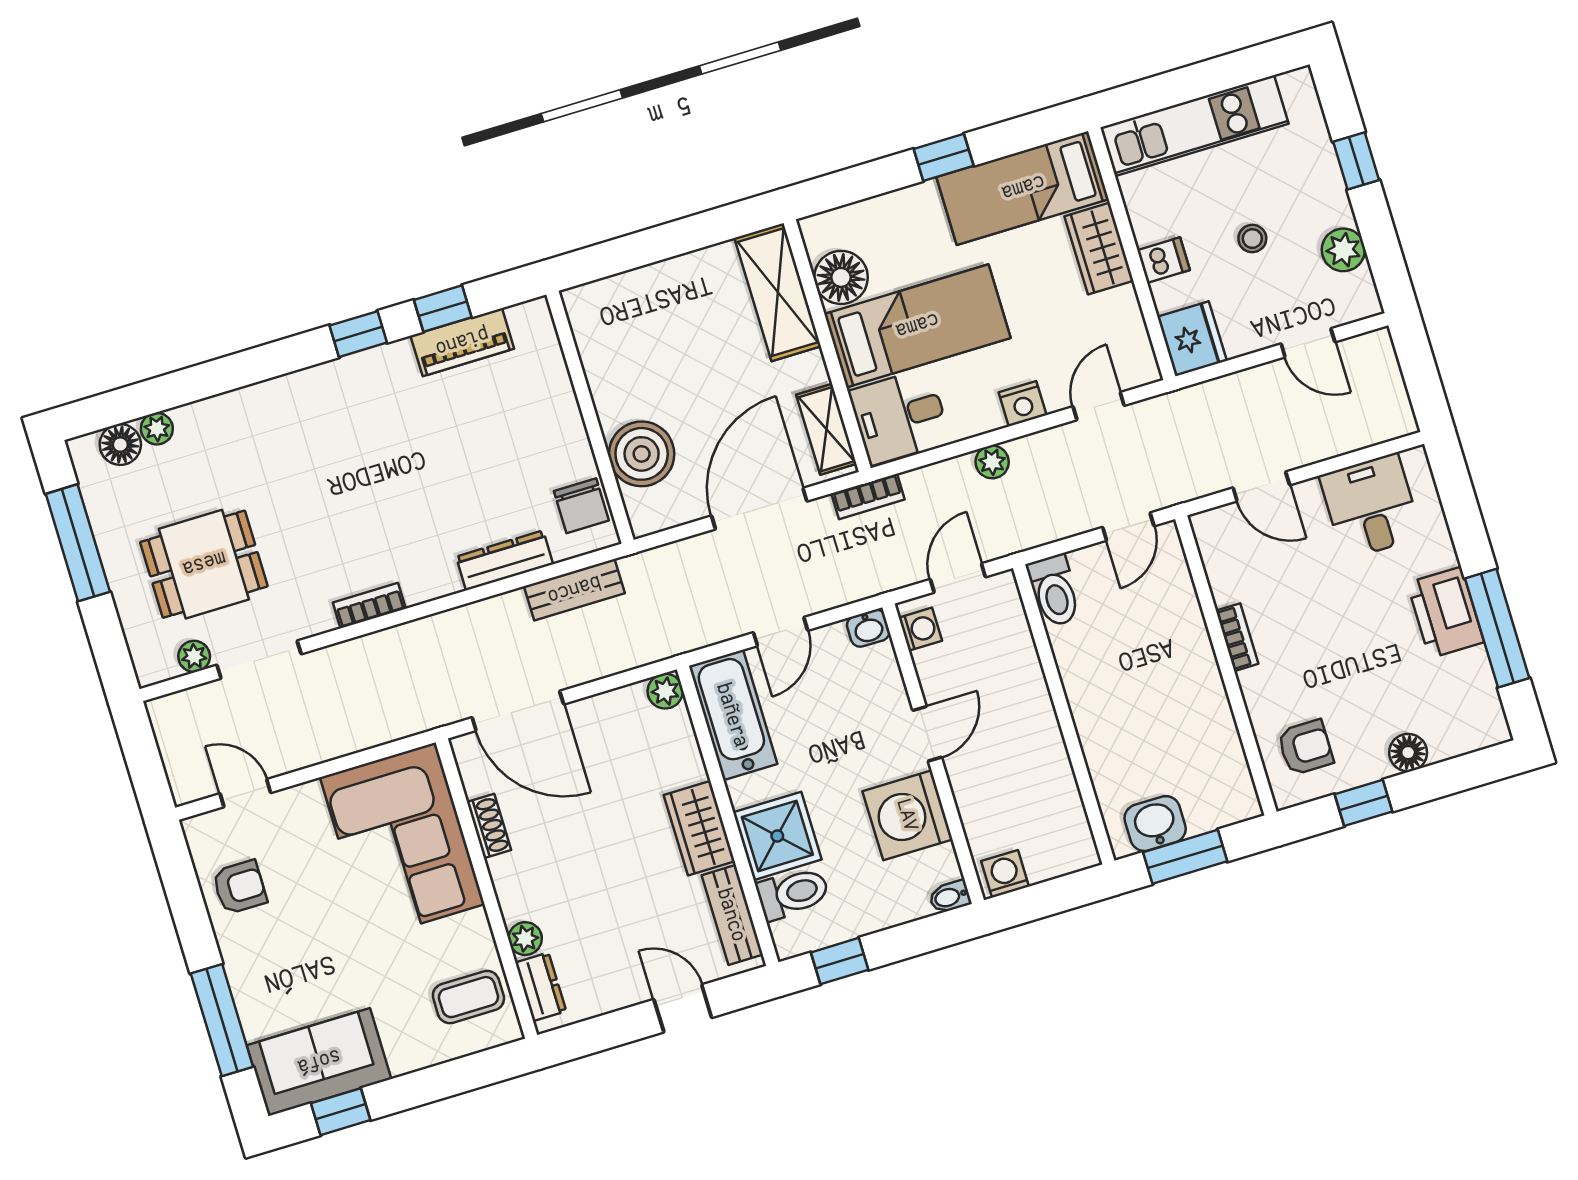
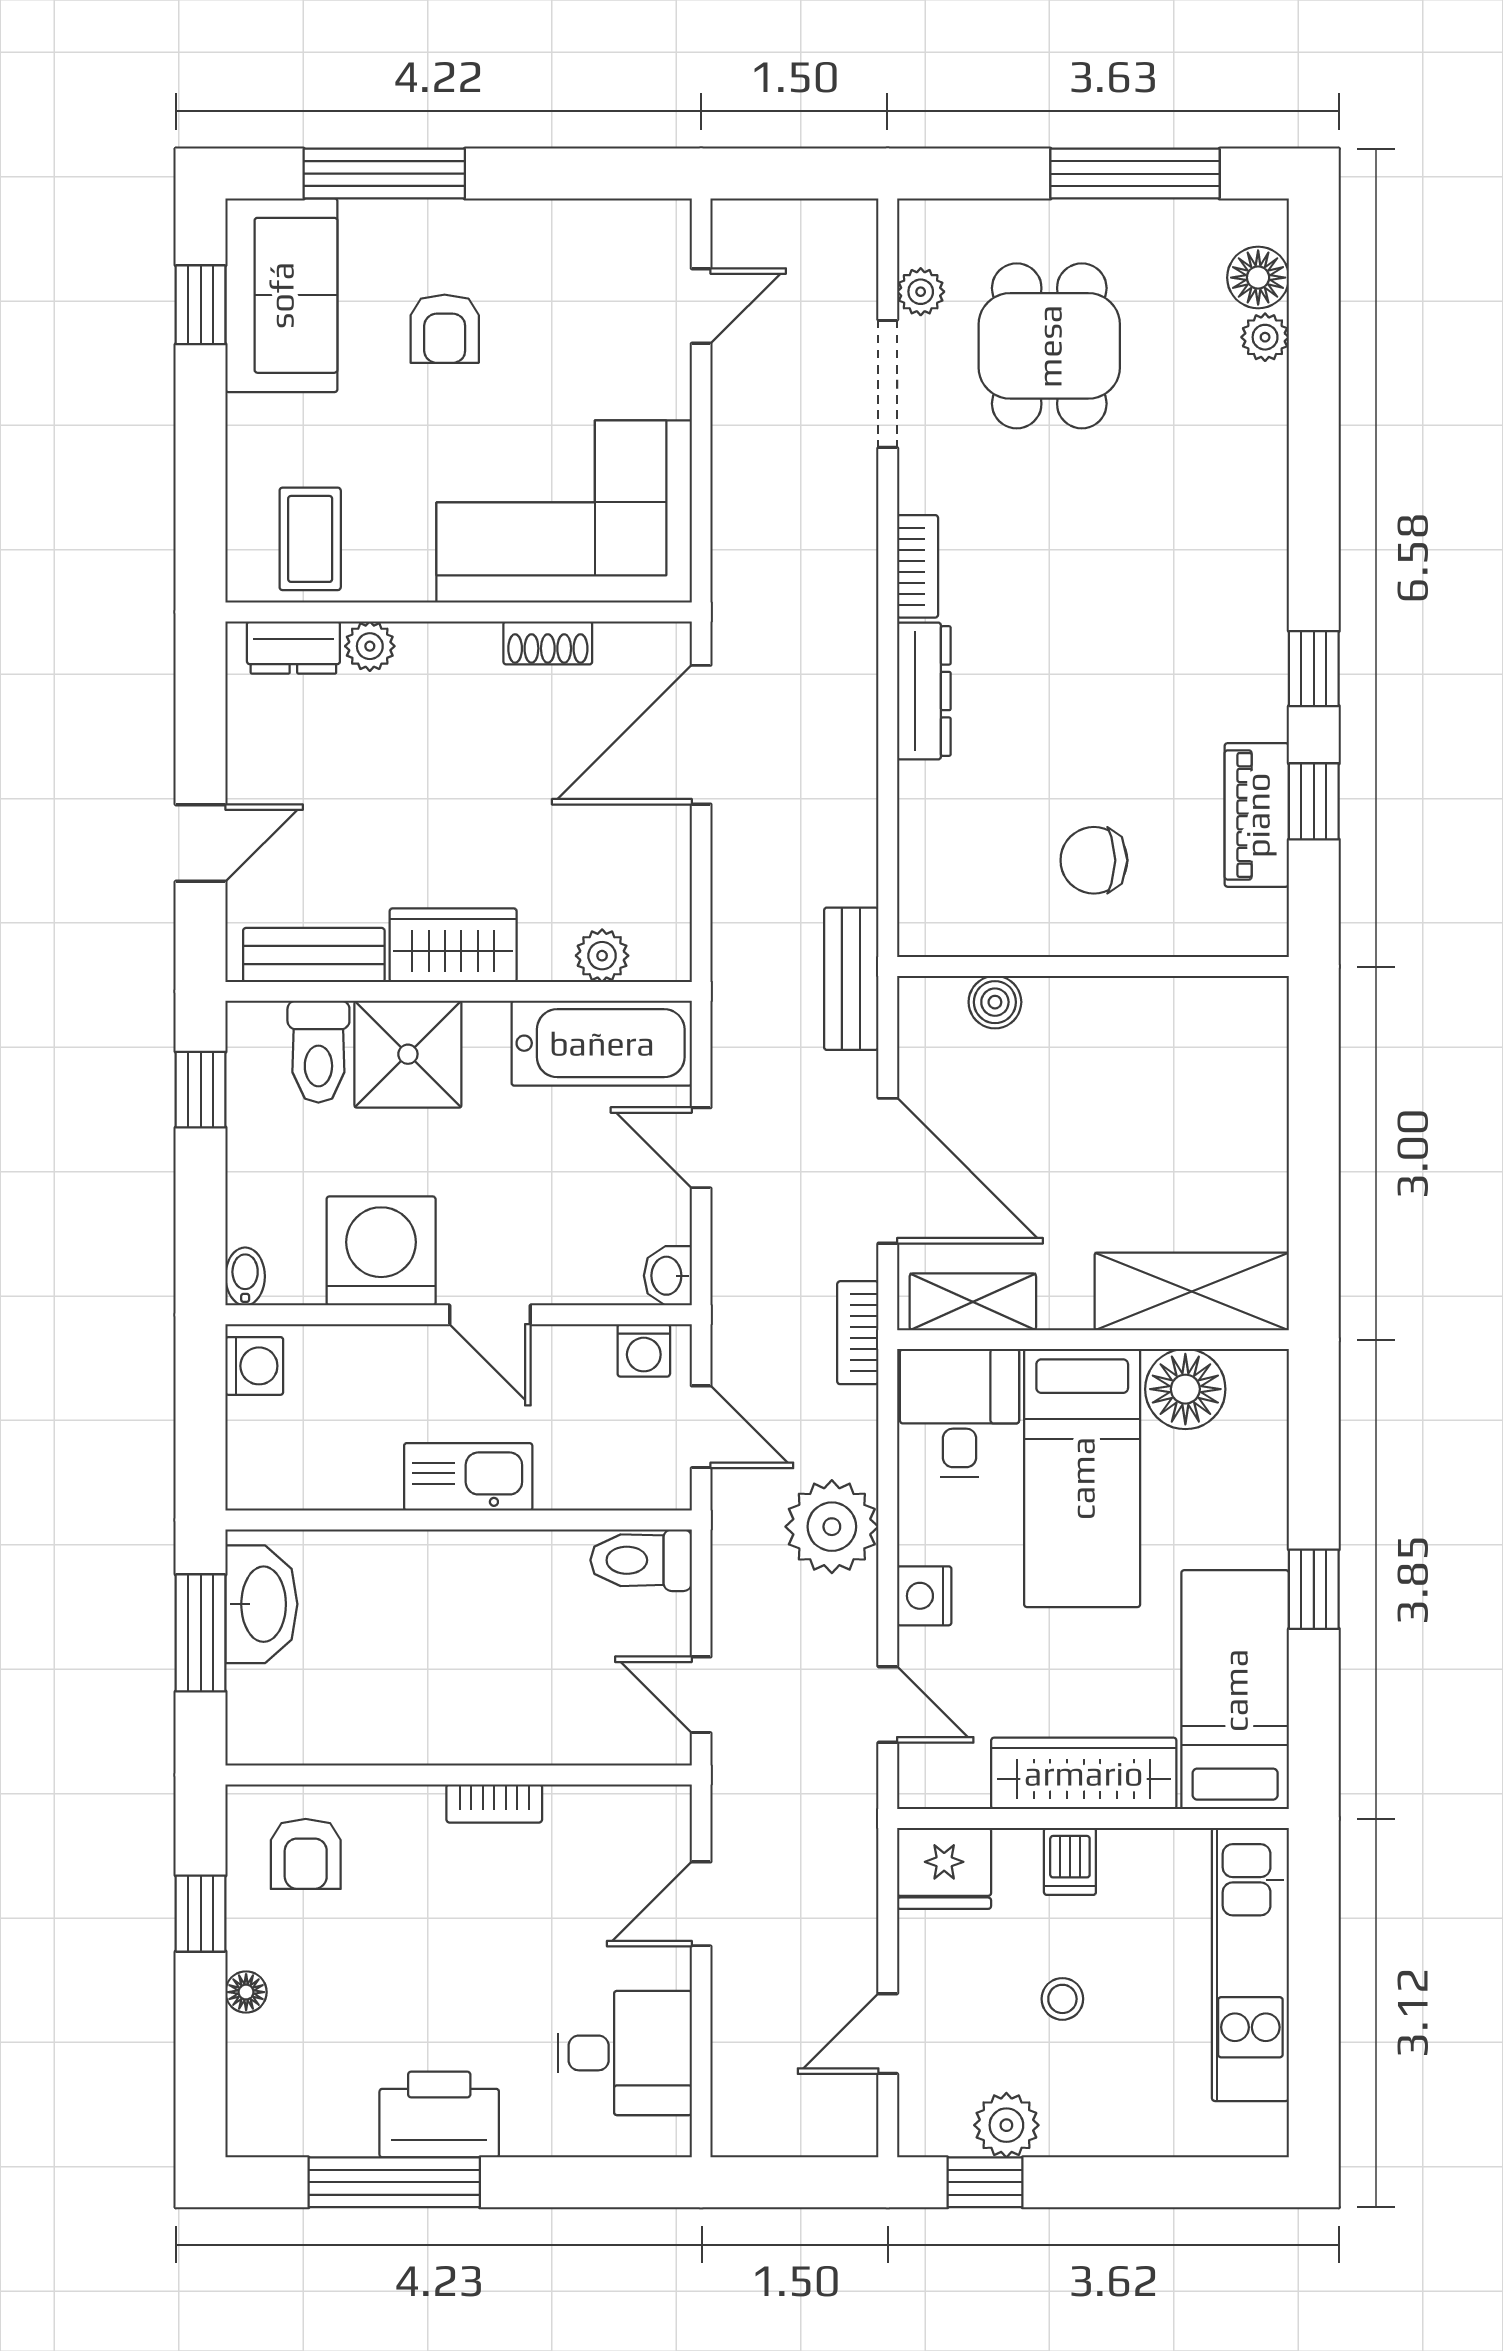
window: (1356, 161) -> (985, 2182), moved
wardrobe: (1099, 249) -> (1084, 1773), width x1.50
boiler: (642, 454) -> (995, 1002), width x0.54, depth x0.54
plant: (992, 462) -> (832, 1527), width x1.88, depth x1.88
chair: (581, 506) -> (1094, 860), moved
dresser: (505, 560) -> (924, 691), moved
bench: (574, 590) -> (851, 979), moved
plant: (665, 691) -> (602, 956), moved
kitchen sink: (1034, 717) -> (468, 1477), added
floor lamp: (1408, 753) -> (246, 1992), width x0.73, depth x0.73
washbasin: (1155, 824) -> (261, 1604), width x1.38
armchair: (240, 887) -> (445, 329), moved

